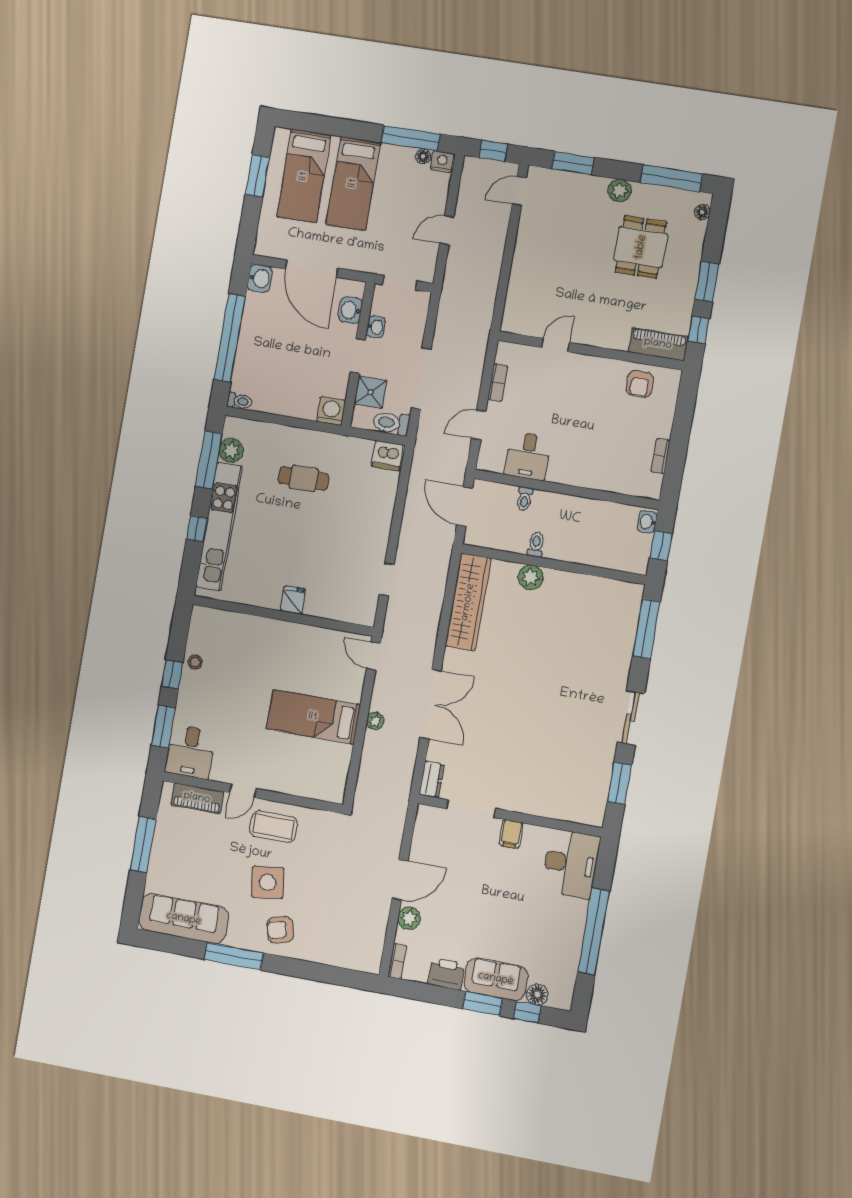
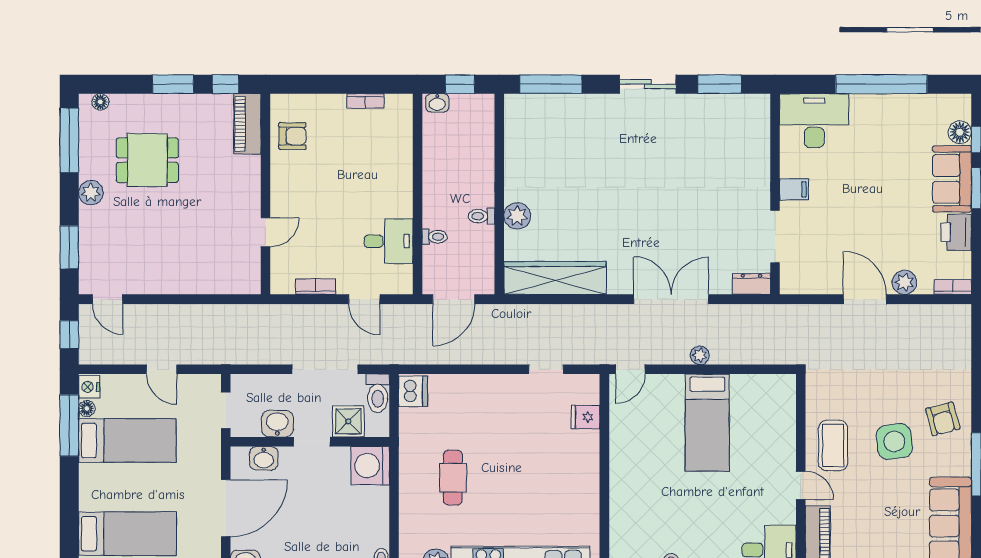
bed: (353, 183) -> (127, 440), moved
washbasin: (376, 327) -> (277, 424), width x1.38, depth x1.45
door: (556, 345) -> (266, 232), swing flipped
washing machine: (331, 411) -> (370, 466), width x1.37, depth x1.37
fridge: (293, 600) -> (585, 417), moved

